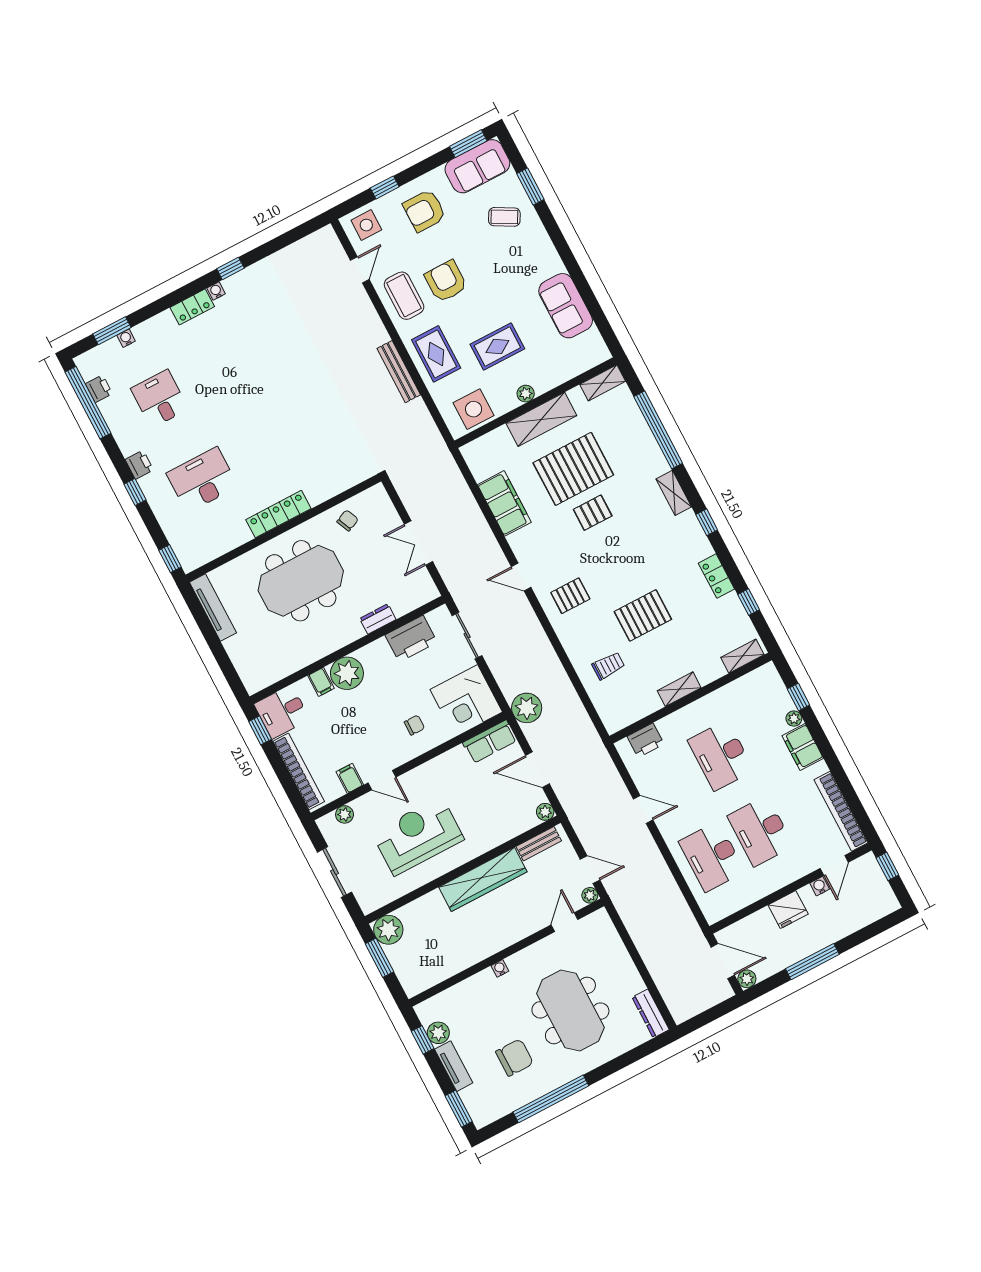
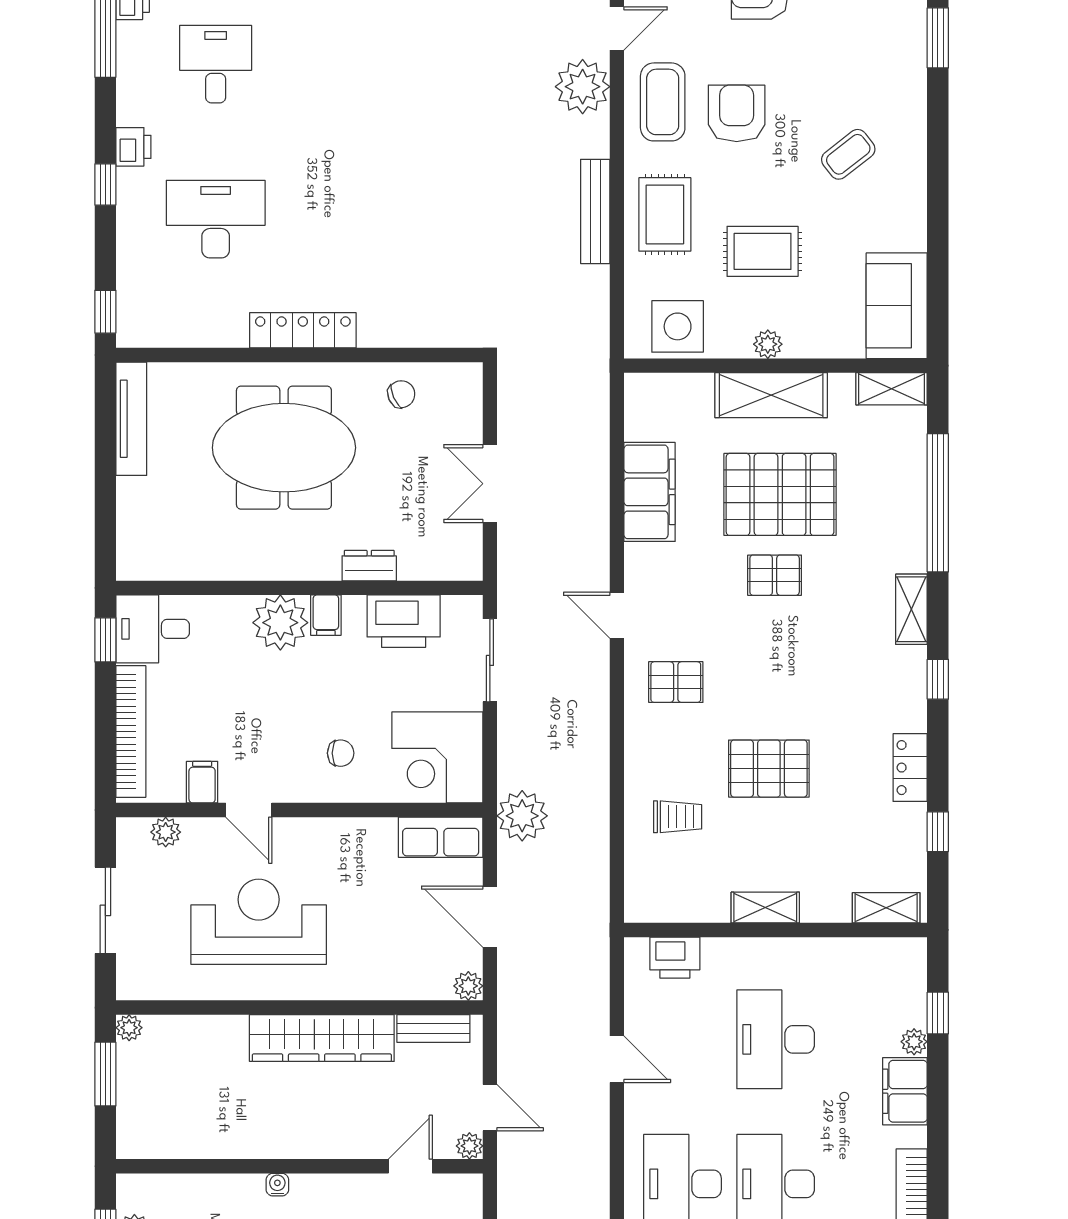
coffee table: (504, 217) -> (848, 154), moved, turned -67
sofa: (566, 306) -> (897, 306), moved
plant: (358, 310) -> (583, 87), added
filing cabinet: (321, 682) -> (326, 615), moved
plant: (388, 930) -> (129, 1028), width x0.53, depth x0.53

